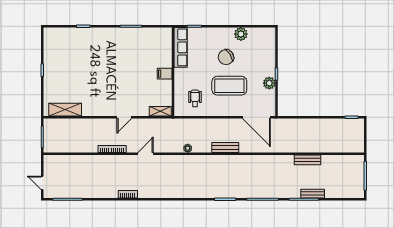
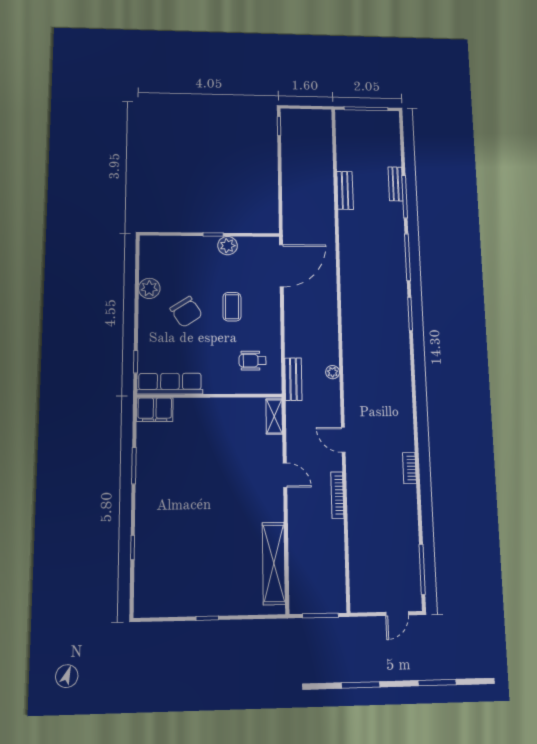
filing cabinet: (165, 74) -> (155, 410), moved, width x2.00
coffee table: (229, 86) -> (232, 307), width x0.54, depth x0.58
shelving: (65, 110) -> (274, 563), width x1.47
bench: (225, 147) -> (293, 379), moved

